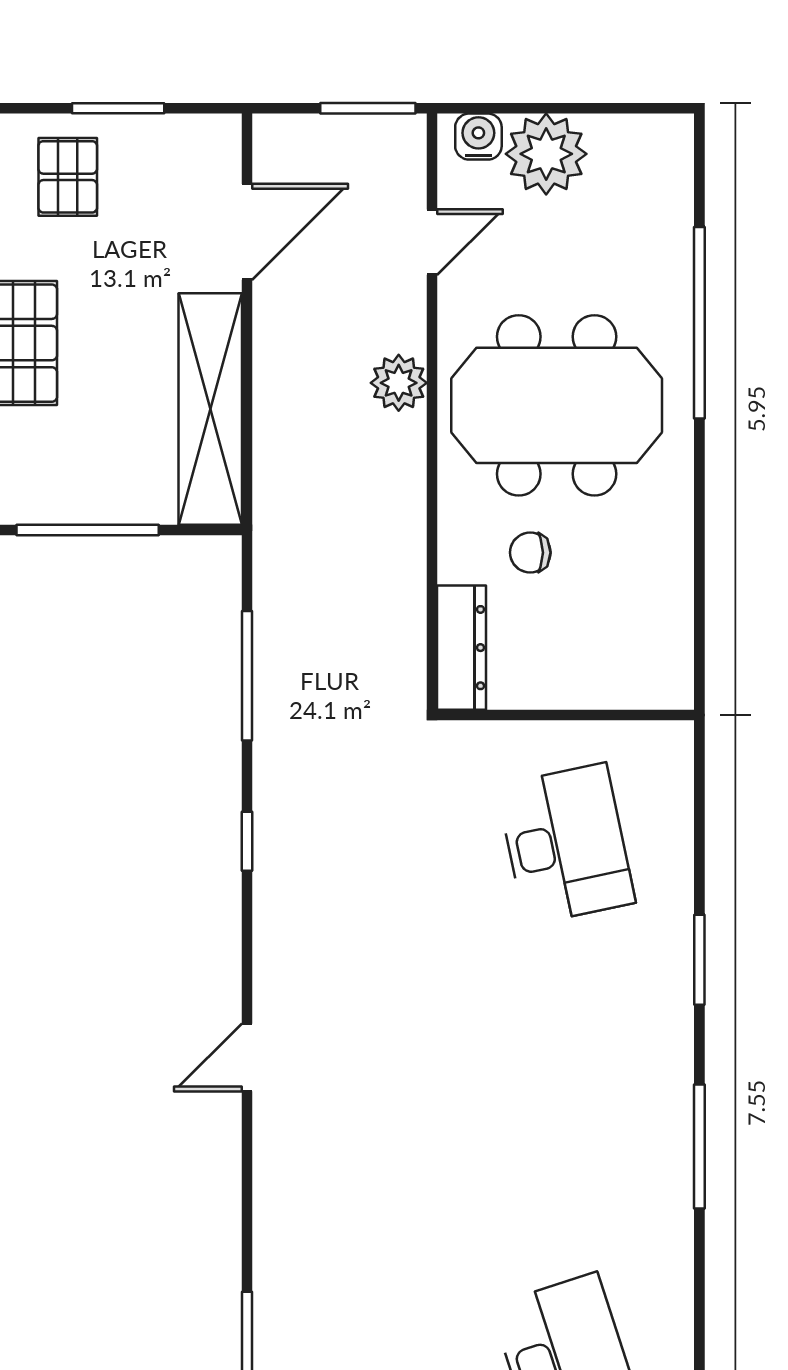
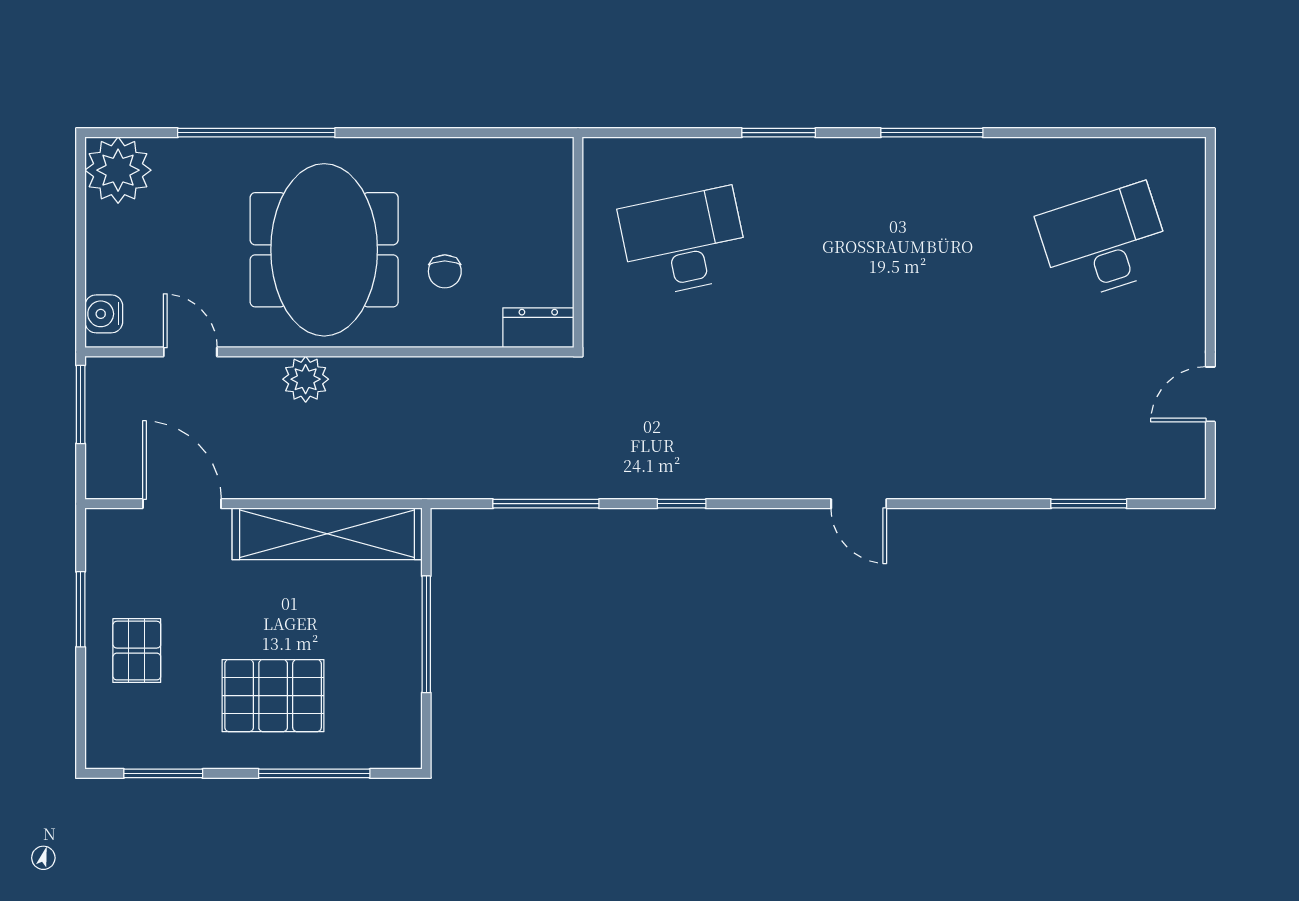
plant: (546, 154) -> (118, 170), moved
pallet: (68, 177) -> (137, 651), turned 90
dresser: (462, 648) -> (538, 328), width x0.70

